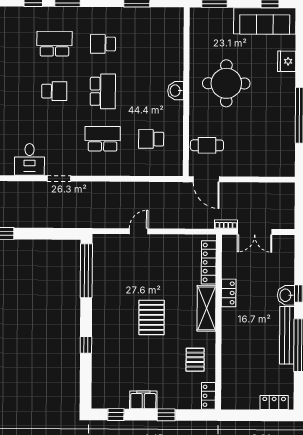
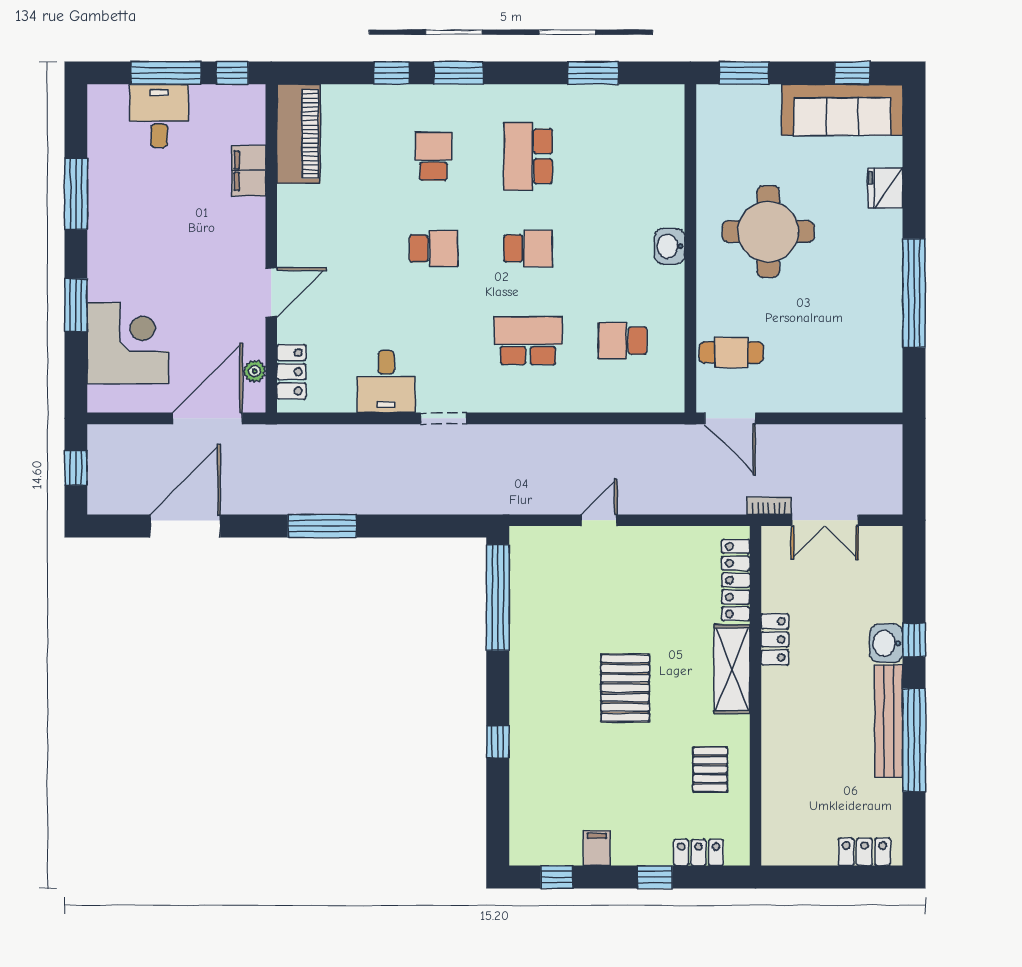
school desk: (54, 44) -> (434, 156), width x0.54
school desk: (103, 44) -> (528, 156), width x1.85
school desk: (103, 91) -> (528, 248), width x0.54
locker: (208, 396) -> (699, 853), moved, turned 90
filing cabinet: (143, 400) -> (597, 848), width x0.50

